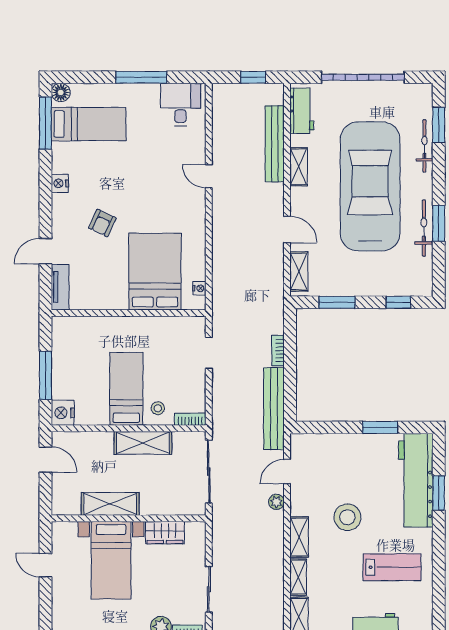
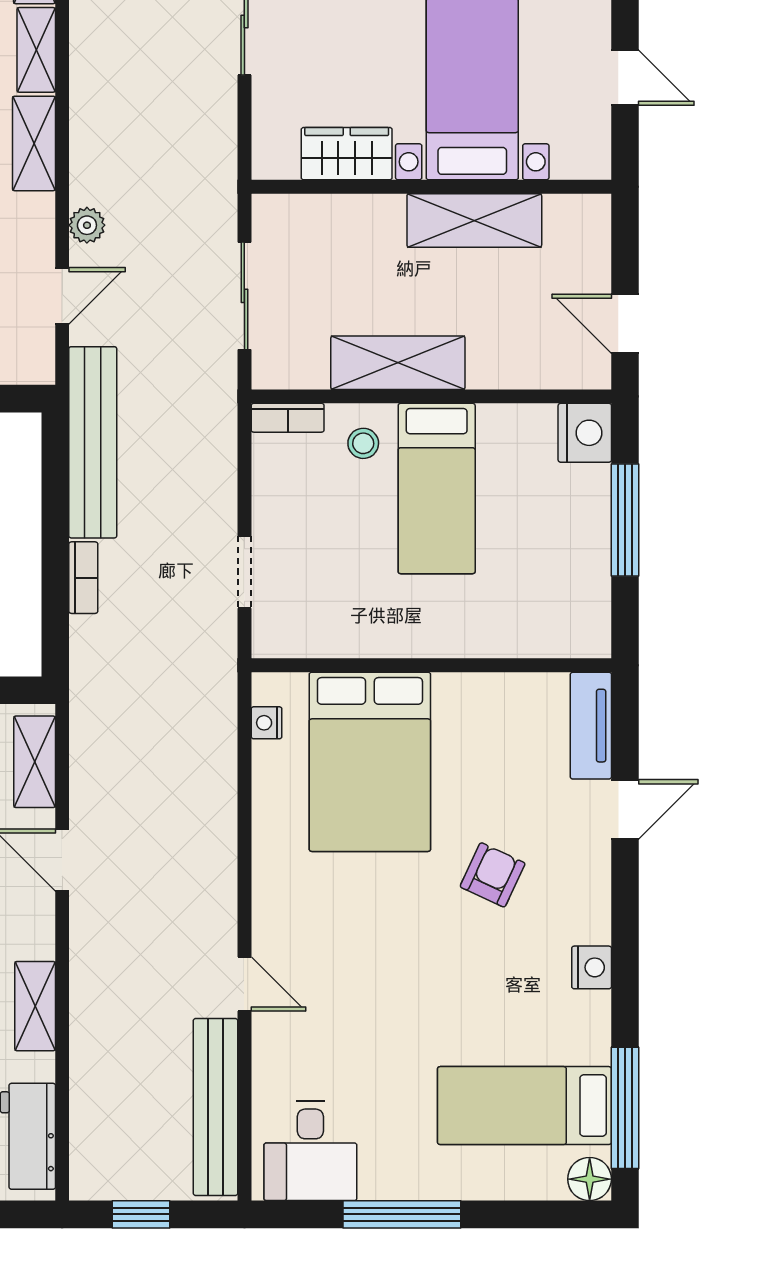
bench: (275, 144) -> (216, 1107), moved
sliding door: (209, 472) -> (244, 296), width x0.73

